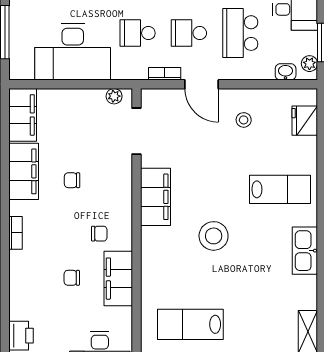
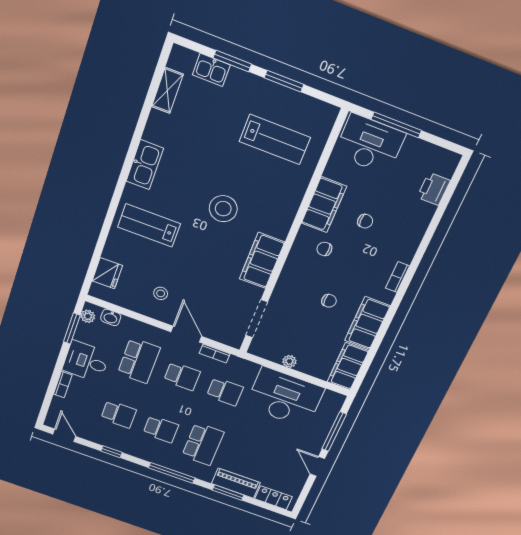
plant: (114, 96) -> (289, 361), moved

